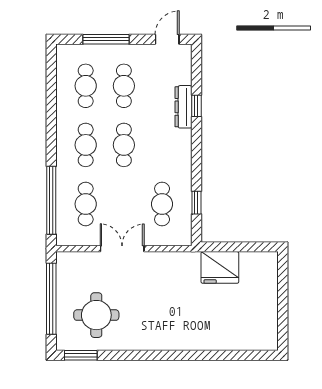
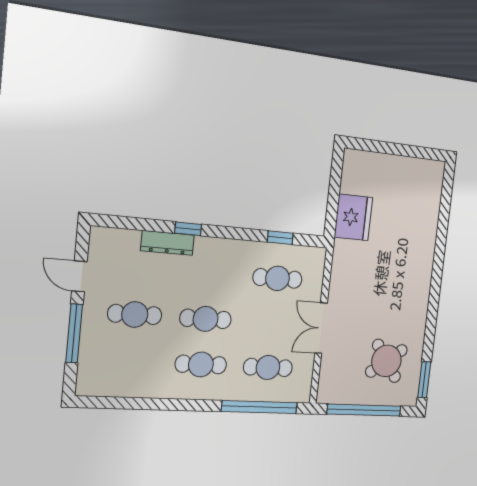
door: (167, 39) -> (79, 276), moved
cafe table: (86, 86) -> (130, 361), removed
window: (196, 106) -> (188, 229), moved
round table: (96, 315) -> (386, 361), turned -36

